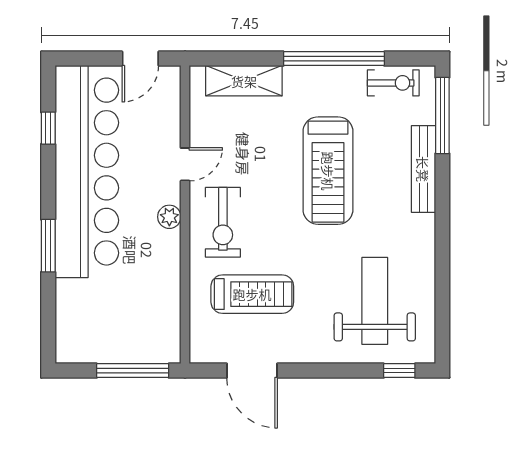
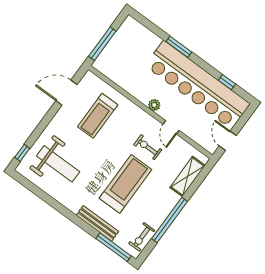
treadmill: (328, 171) -> (125, 184), turned 90
exercise bike: (223, 222) -> (148, 147), moved, width x0.73, depth x0.72

